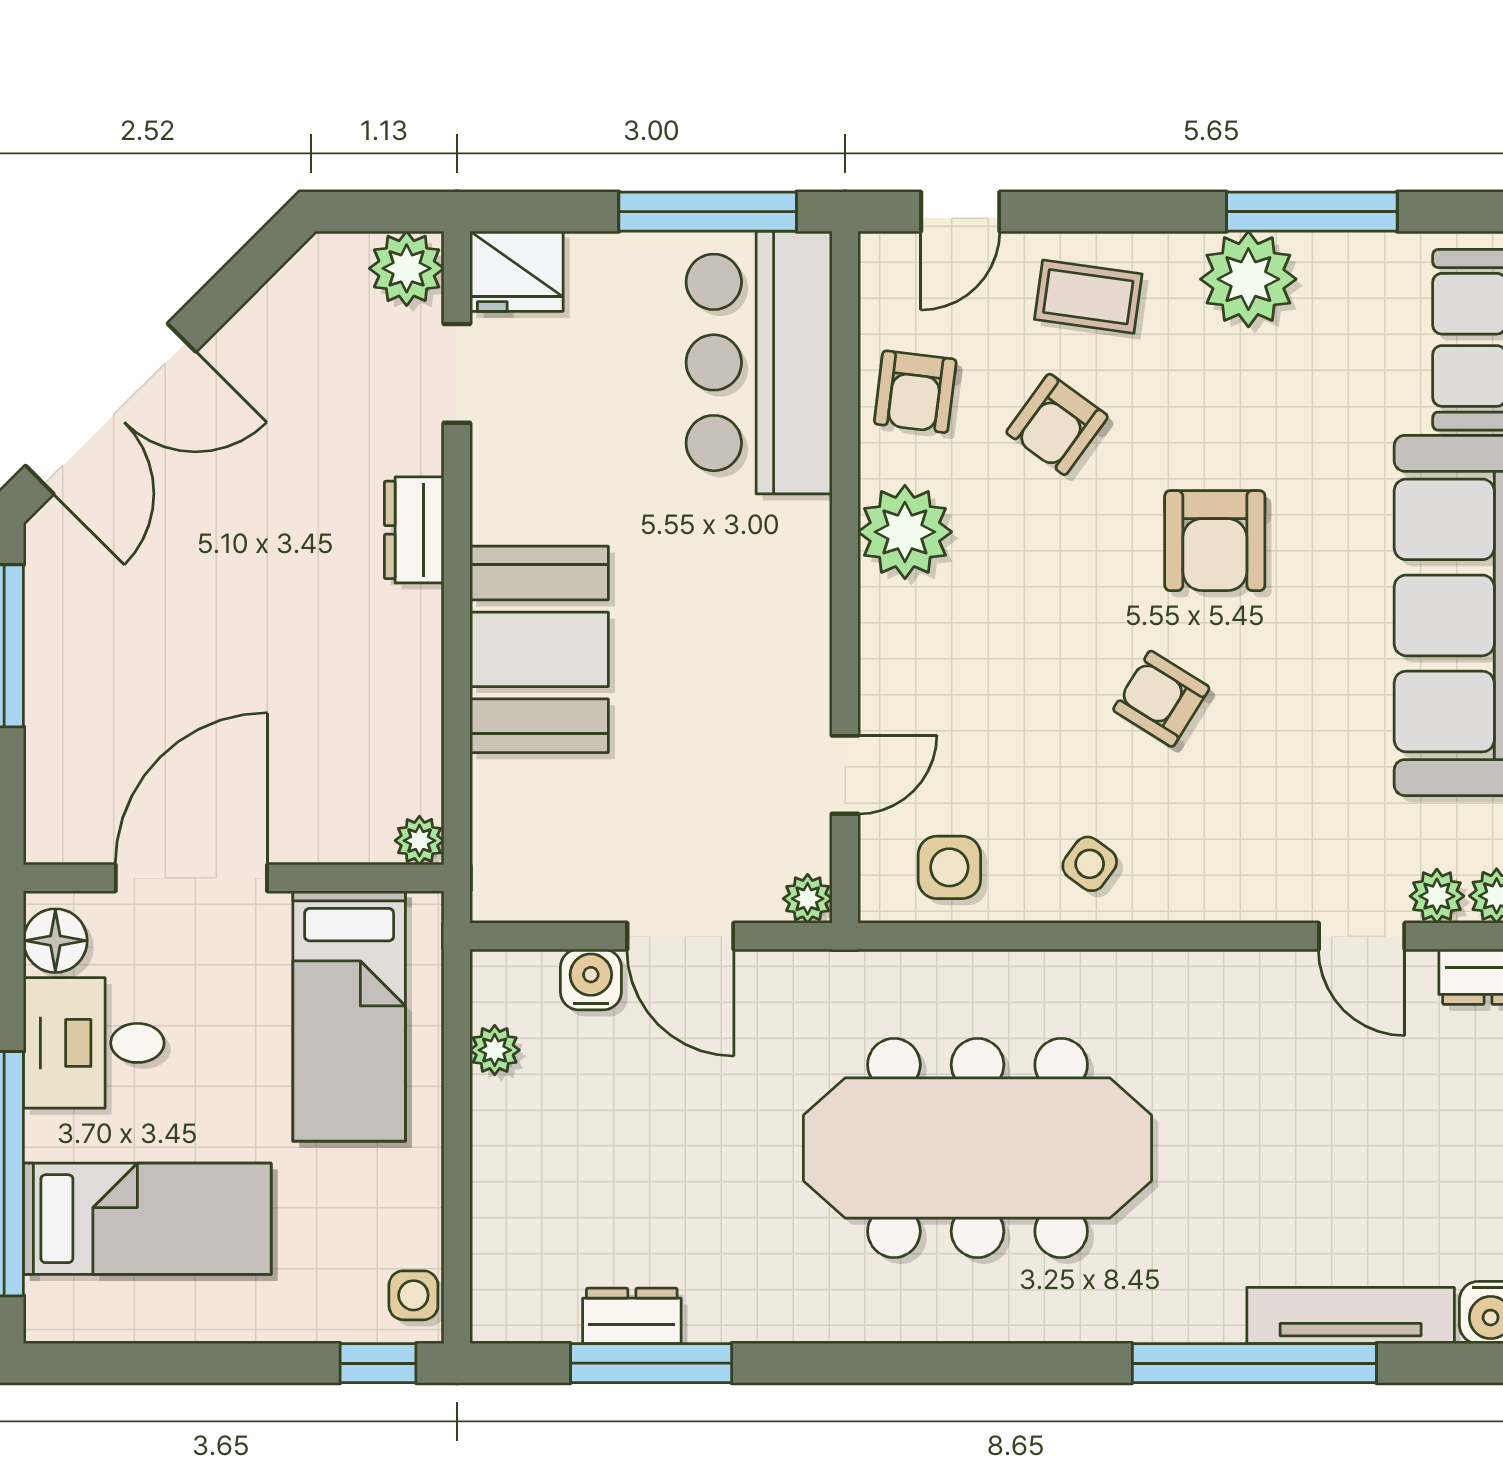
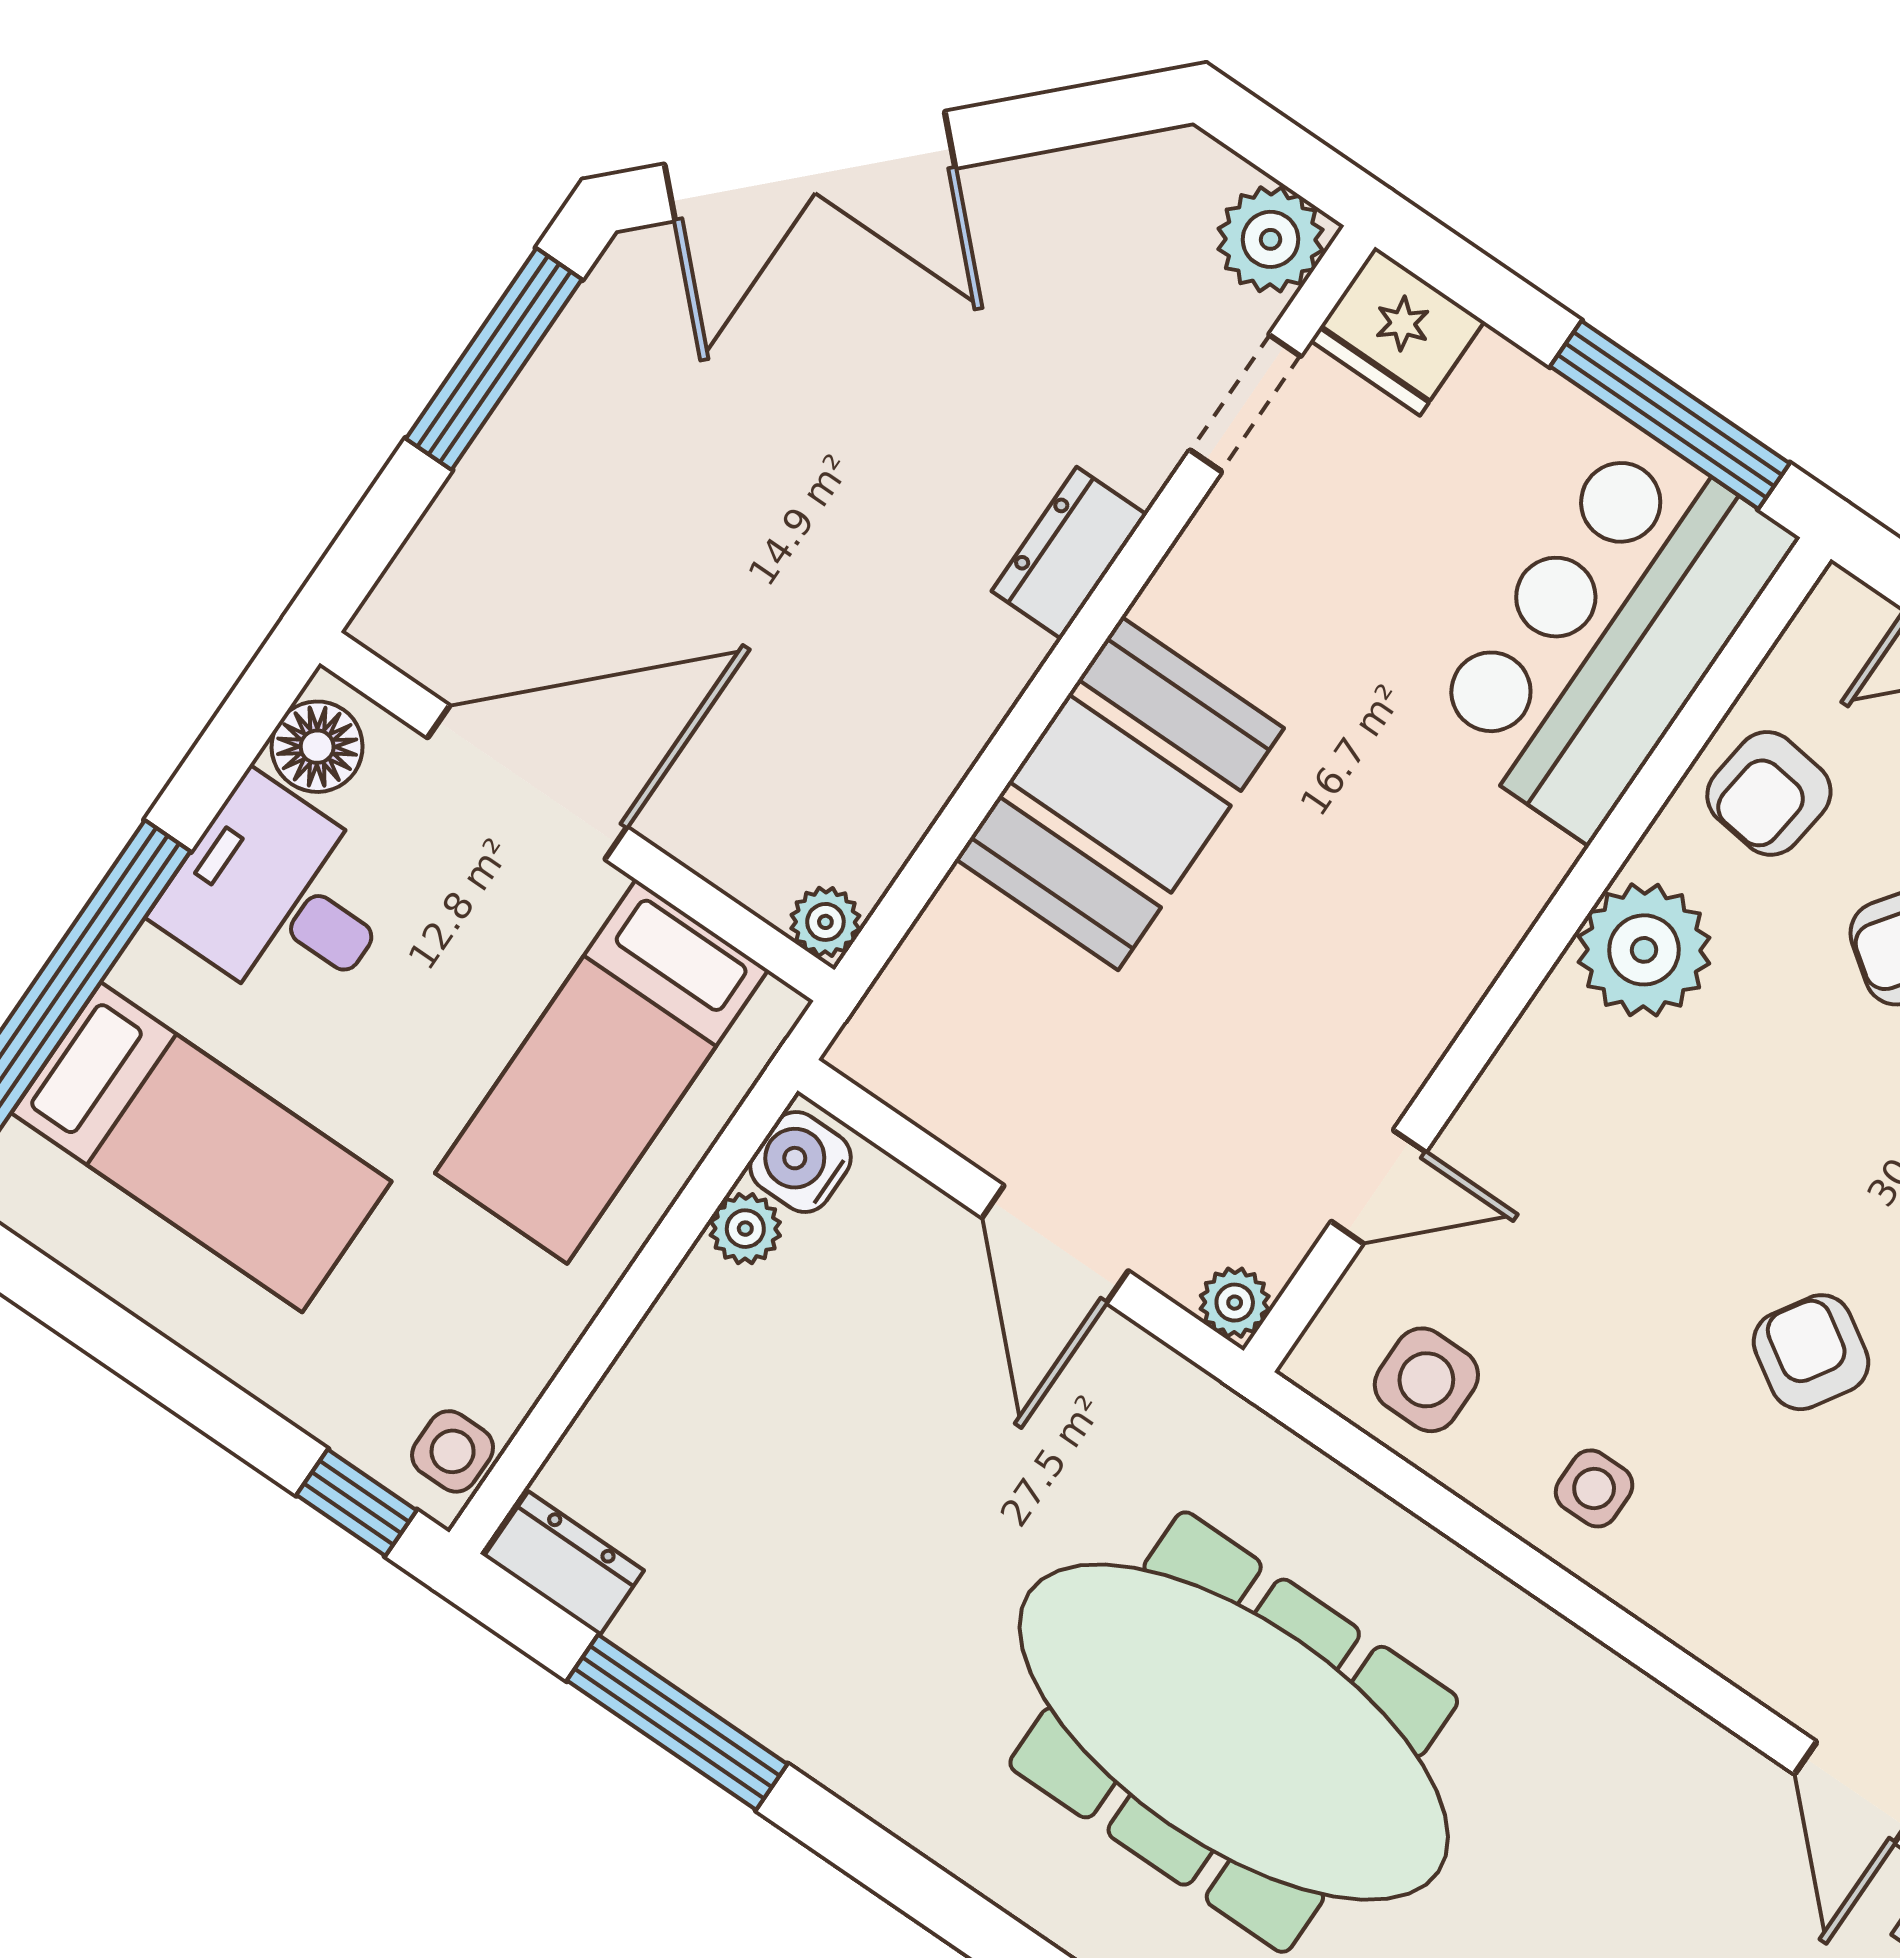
side table: (1090, 864) -> (1594, 1488), turned -36
water cooler: (591, 980) -> (800, 1162), moved, turned -90
dresser: (632, 1316) -> (564, 1563), moved

